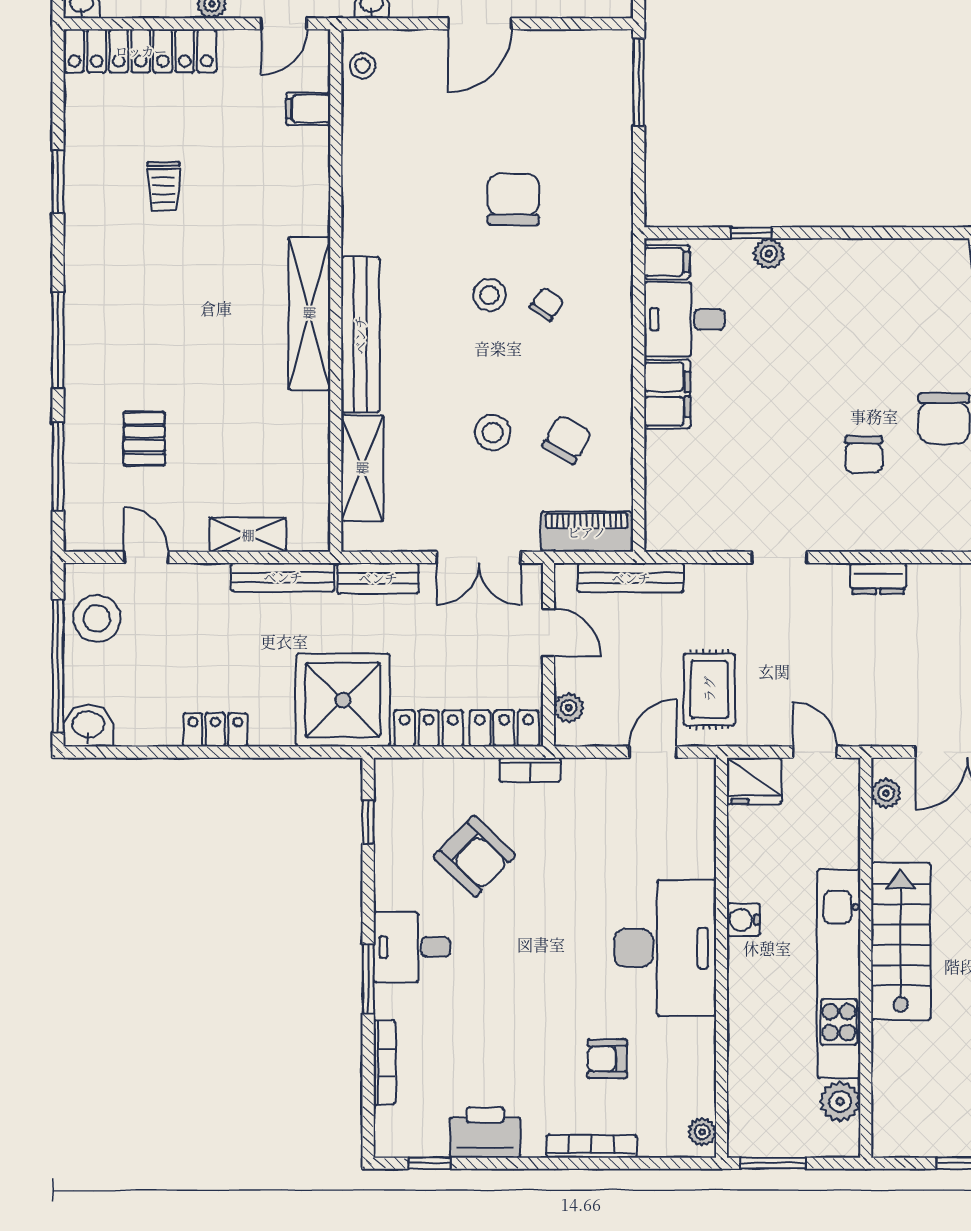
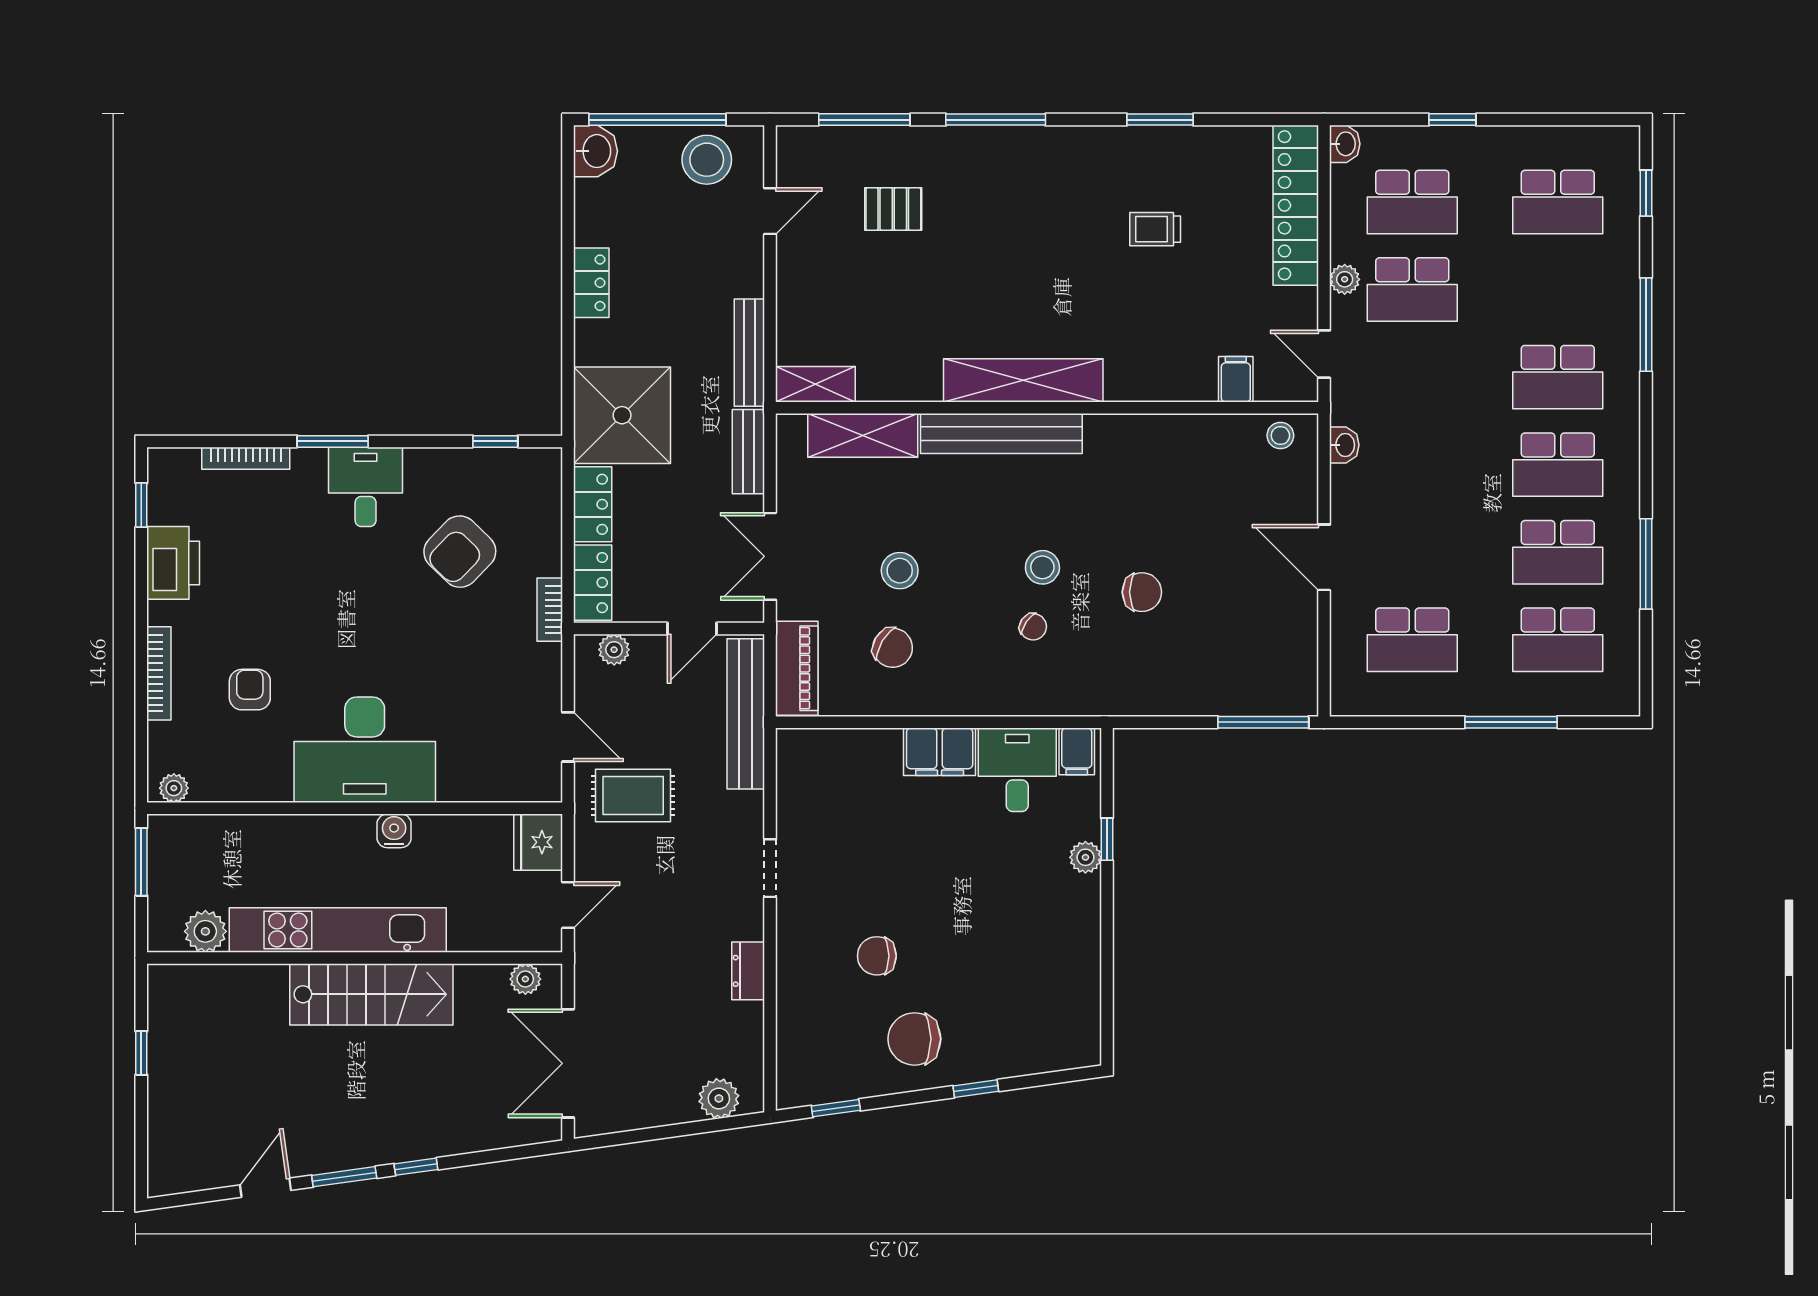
chair: (513, 199) -> (1142, 592), width x0.73, depth x0.73
shelving: (248, 535) -> (815, 384), moved, turned 90
bench: (631, 578) -> (746, 714), width x1.37, depth x1.21

